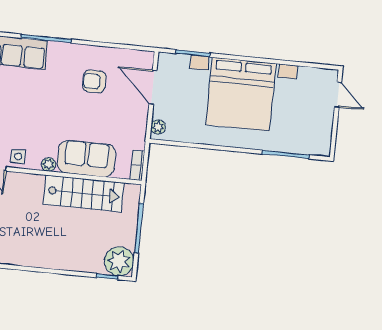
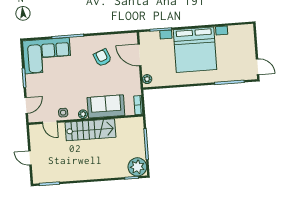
armchair: (94, 81) -> (102, 58), turned 68
door: (338, 95) -> (258, 67), moved
stairs: (84, 193) -> (90, 130), moved

